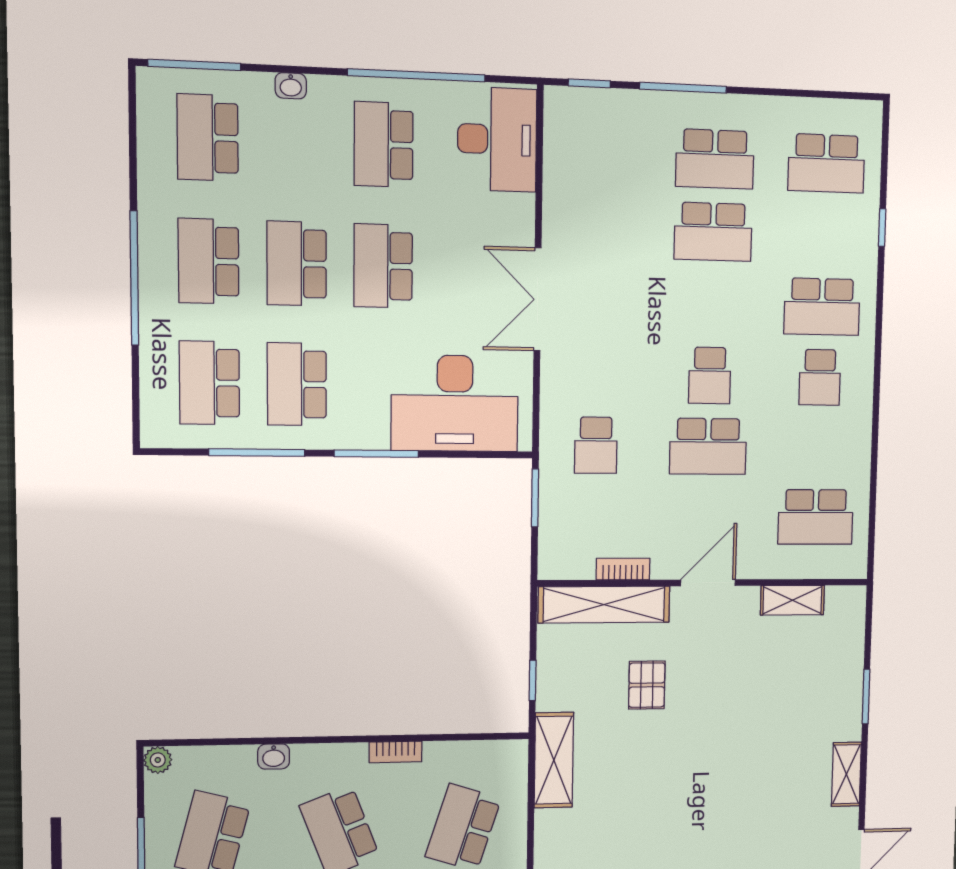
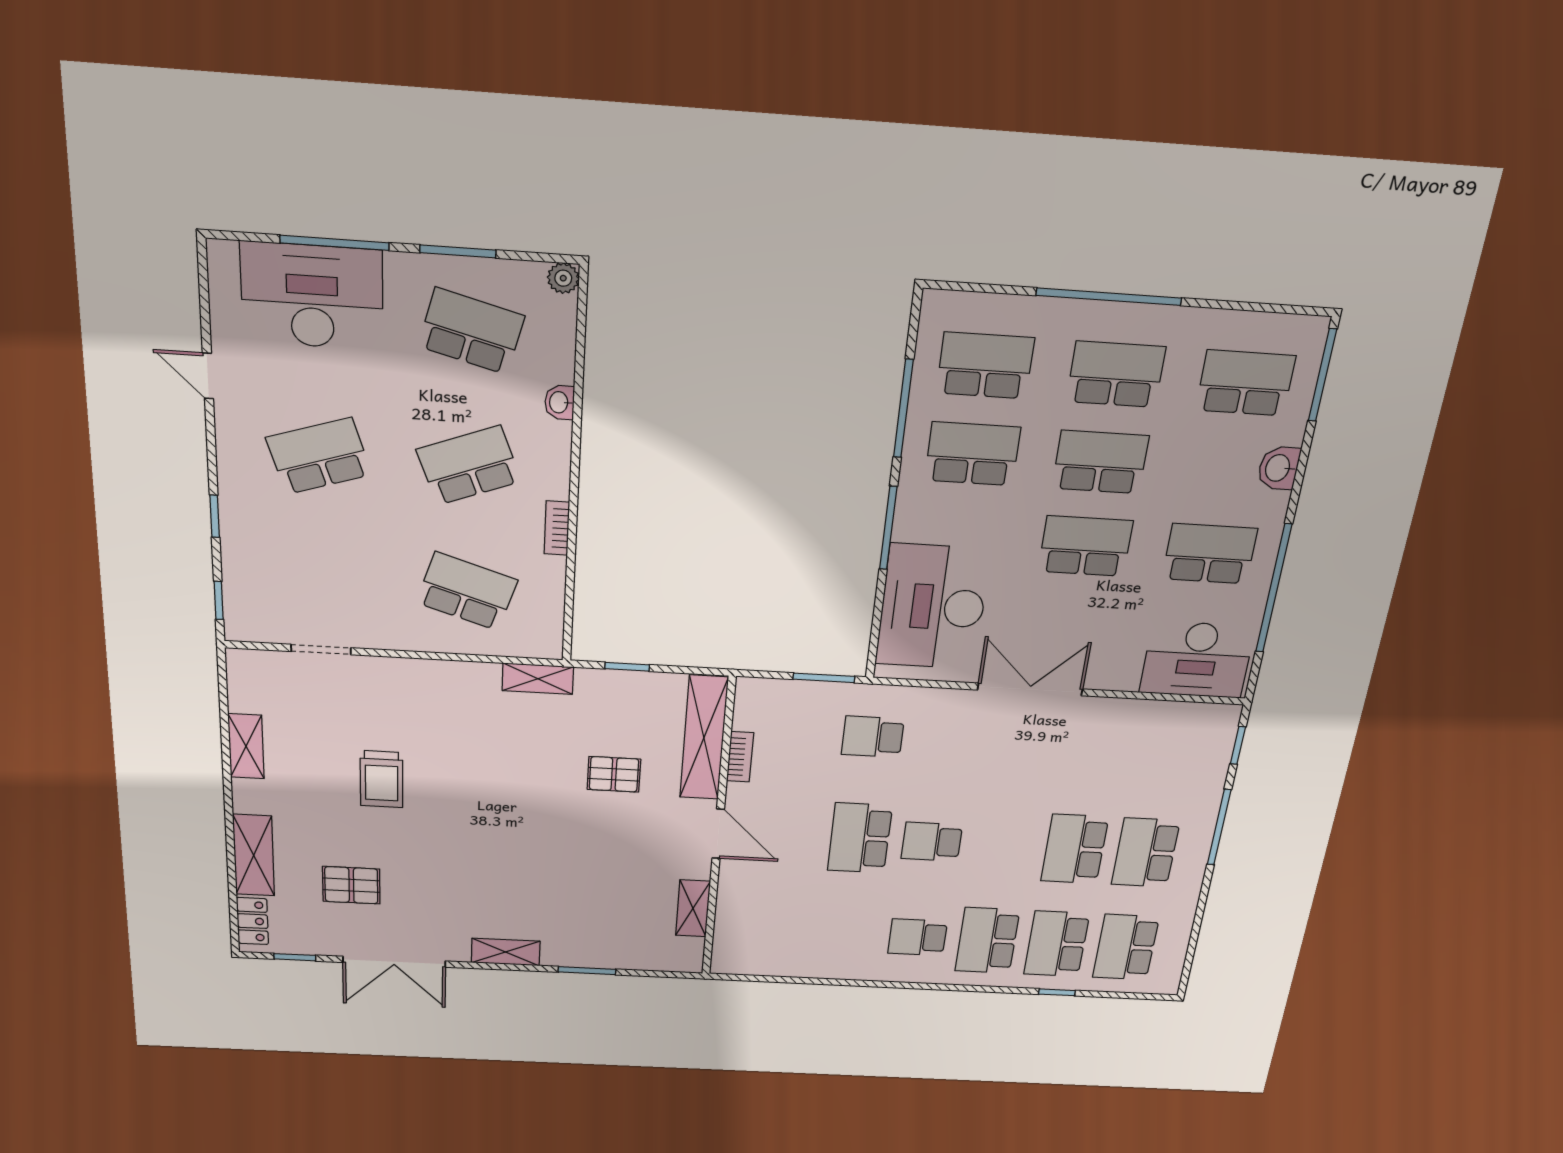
washbasin: (291, 86) -> (1279, 468), width x1.38, depth x1.45
school desk: (816, 517) -> (1057, 944), moved
shelving: (554, 760) -> (538, 679), width x0.67, depth x0.75

